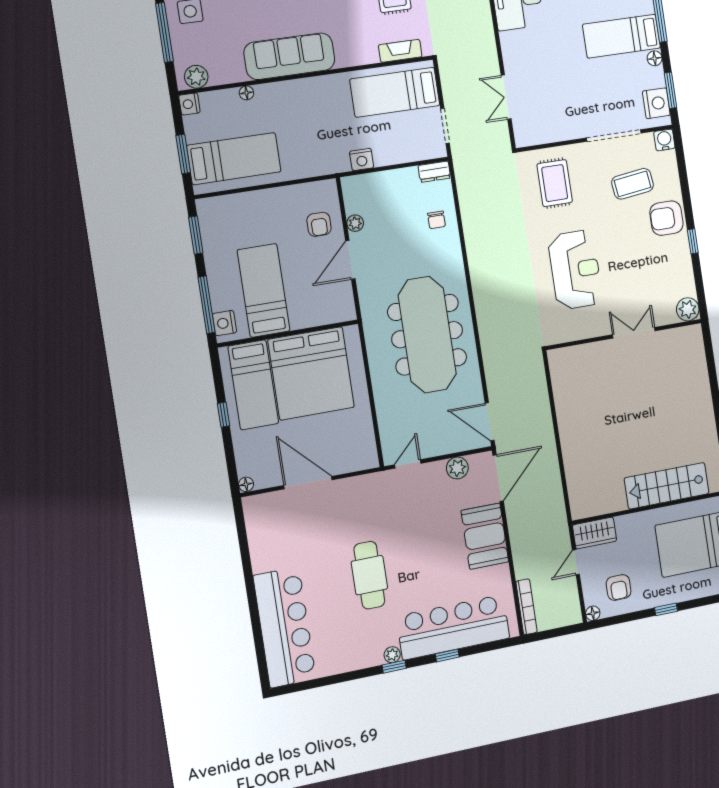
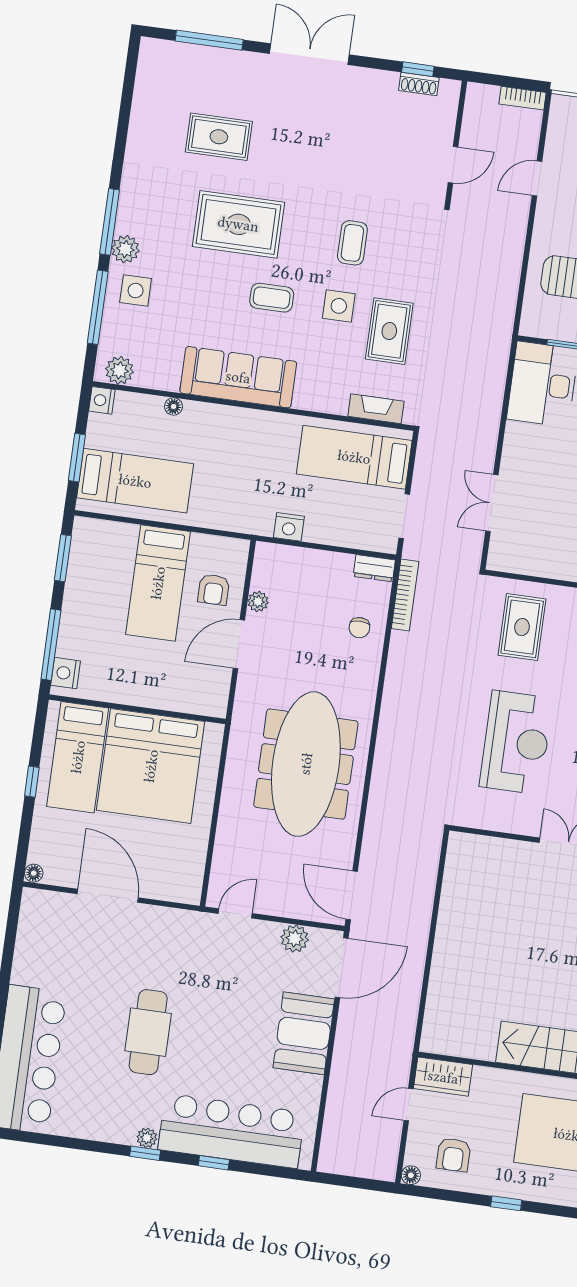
bed: (264, 290) -> (158, 583), moved, turned 180
bookcase: (527, 607) -> (405, 595), moved

